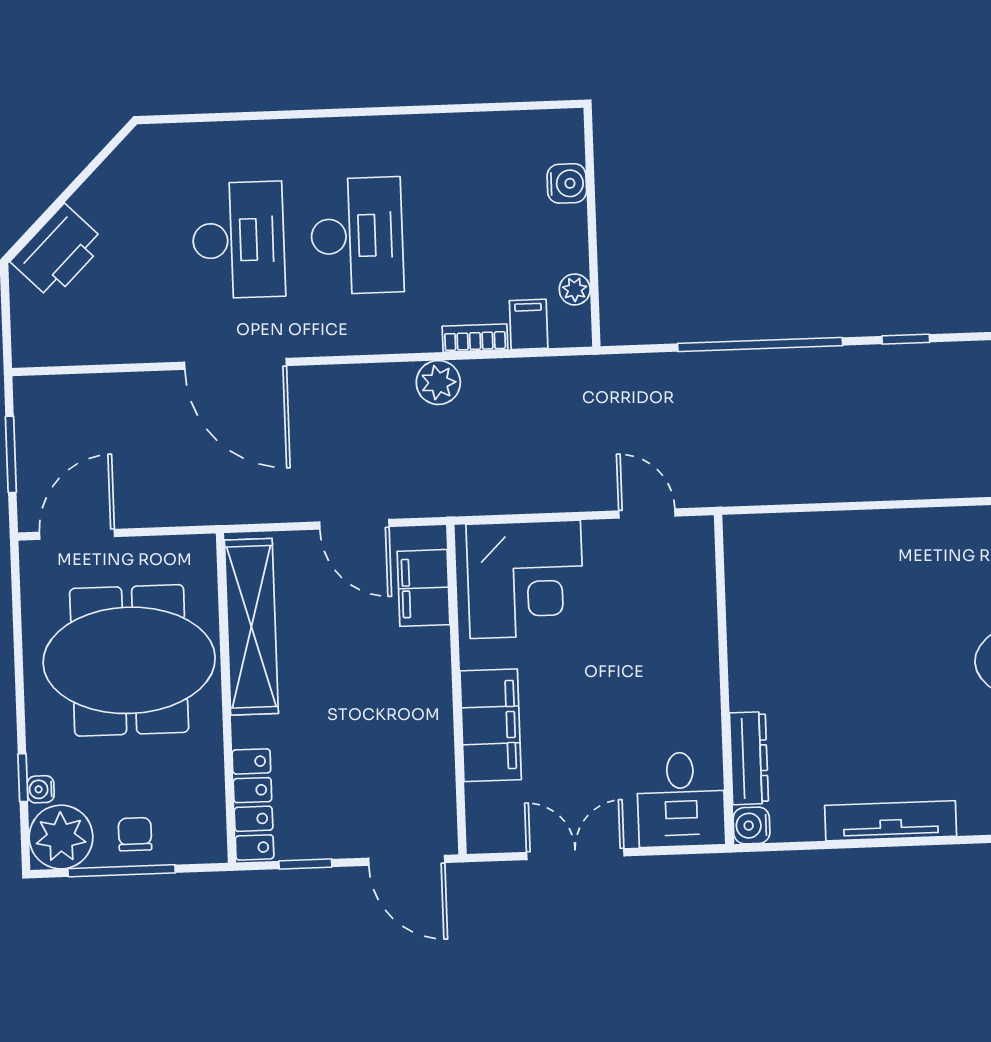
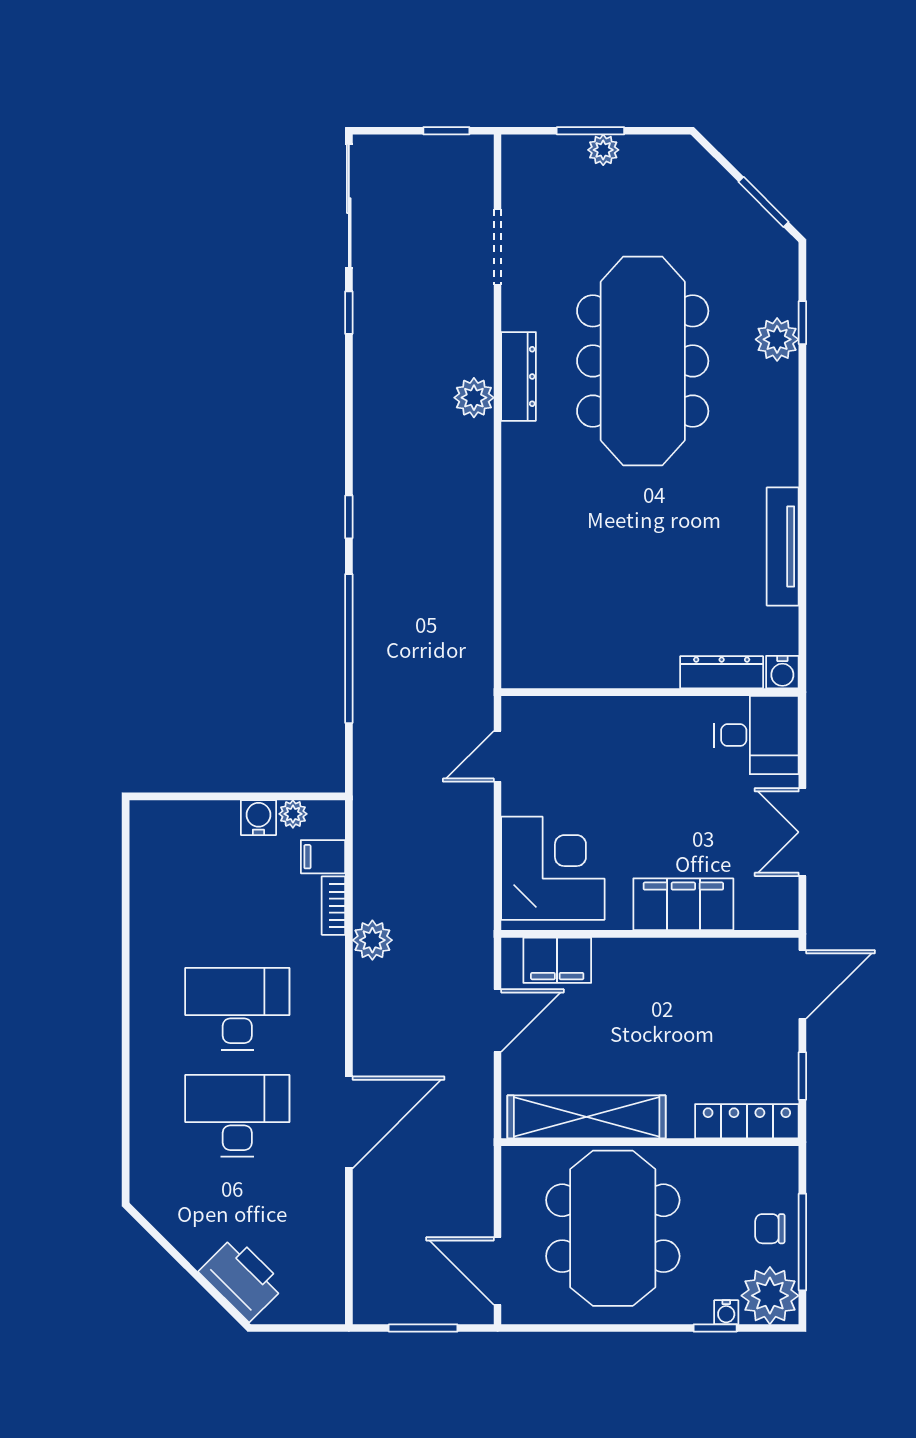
water cooler: (567, 183) -> (258, 818), moved

